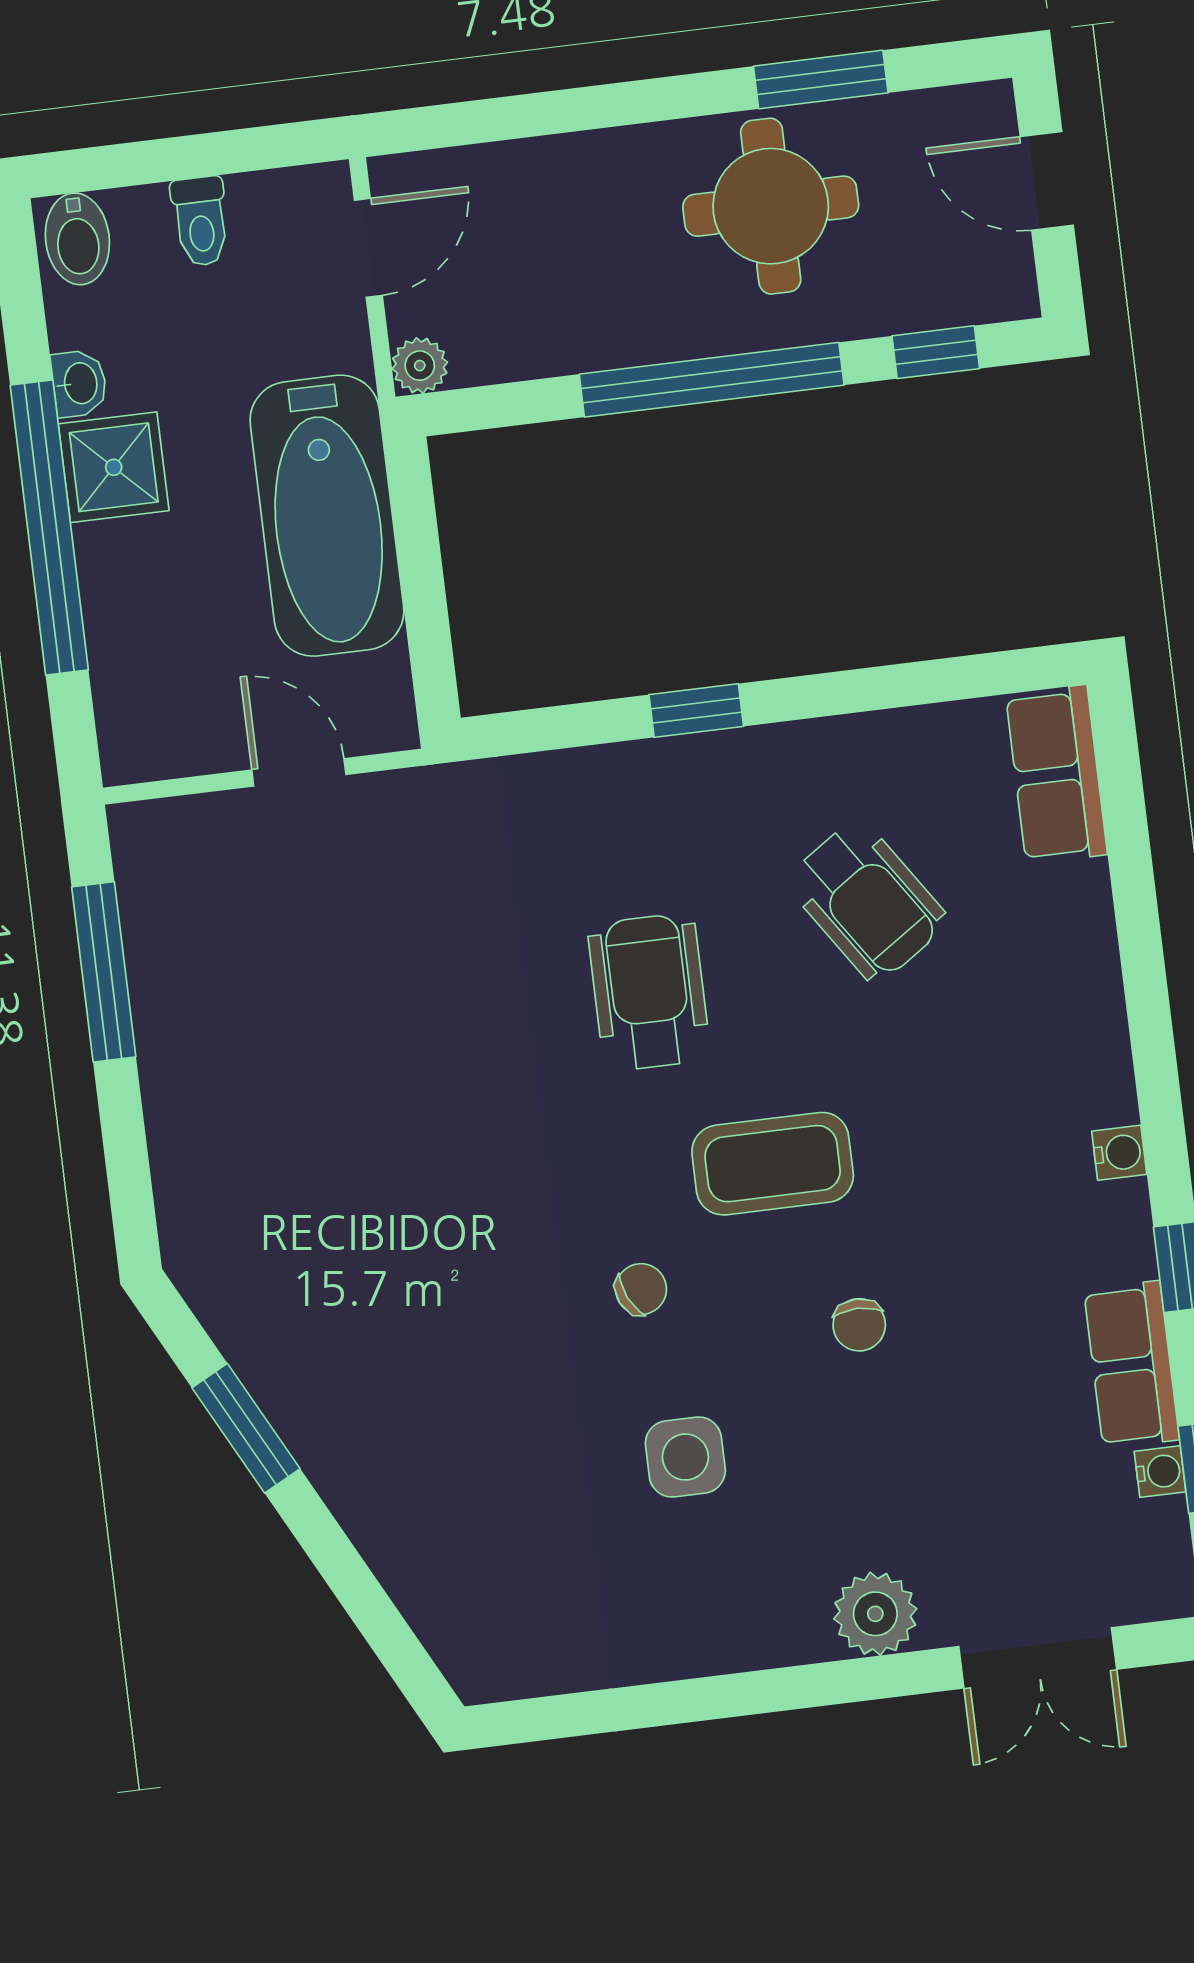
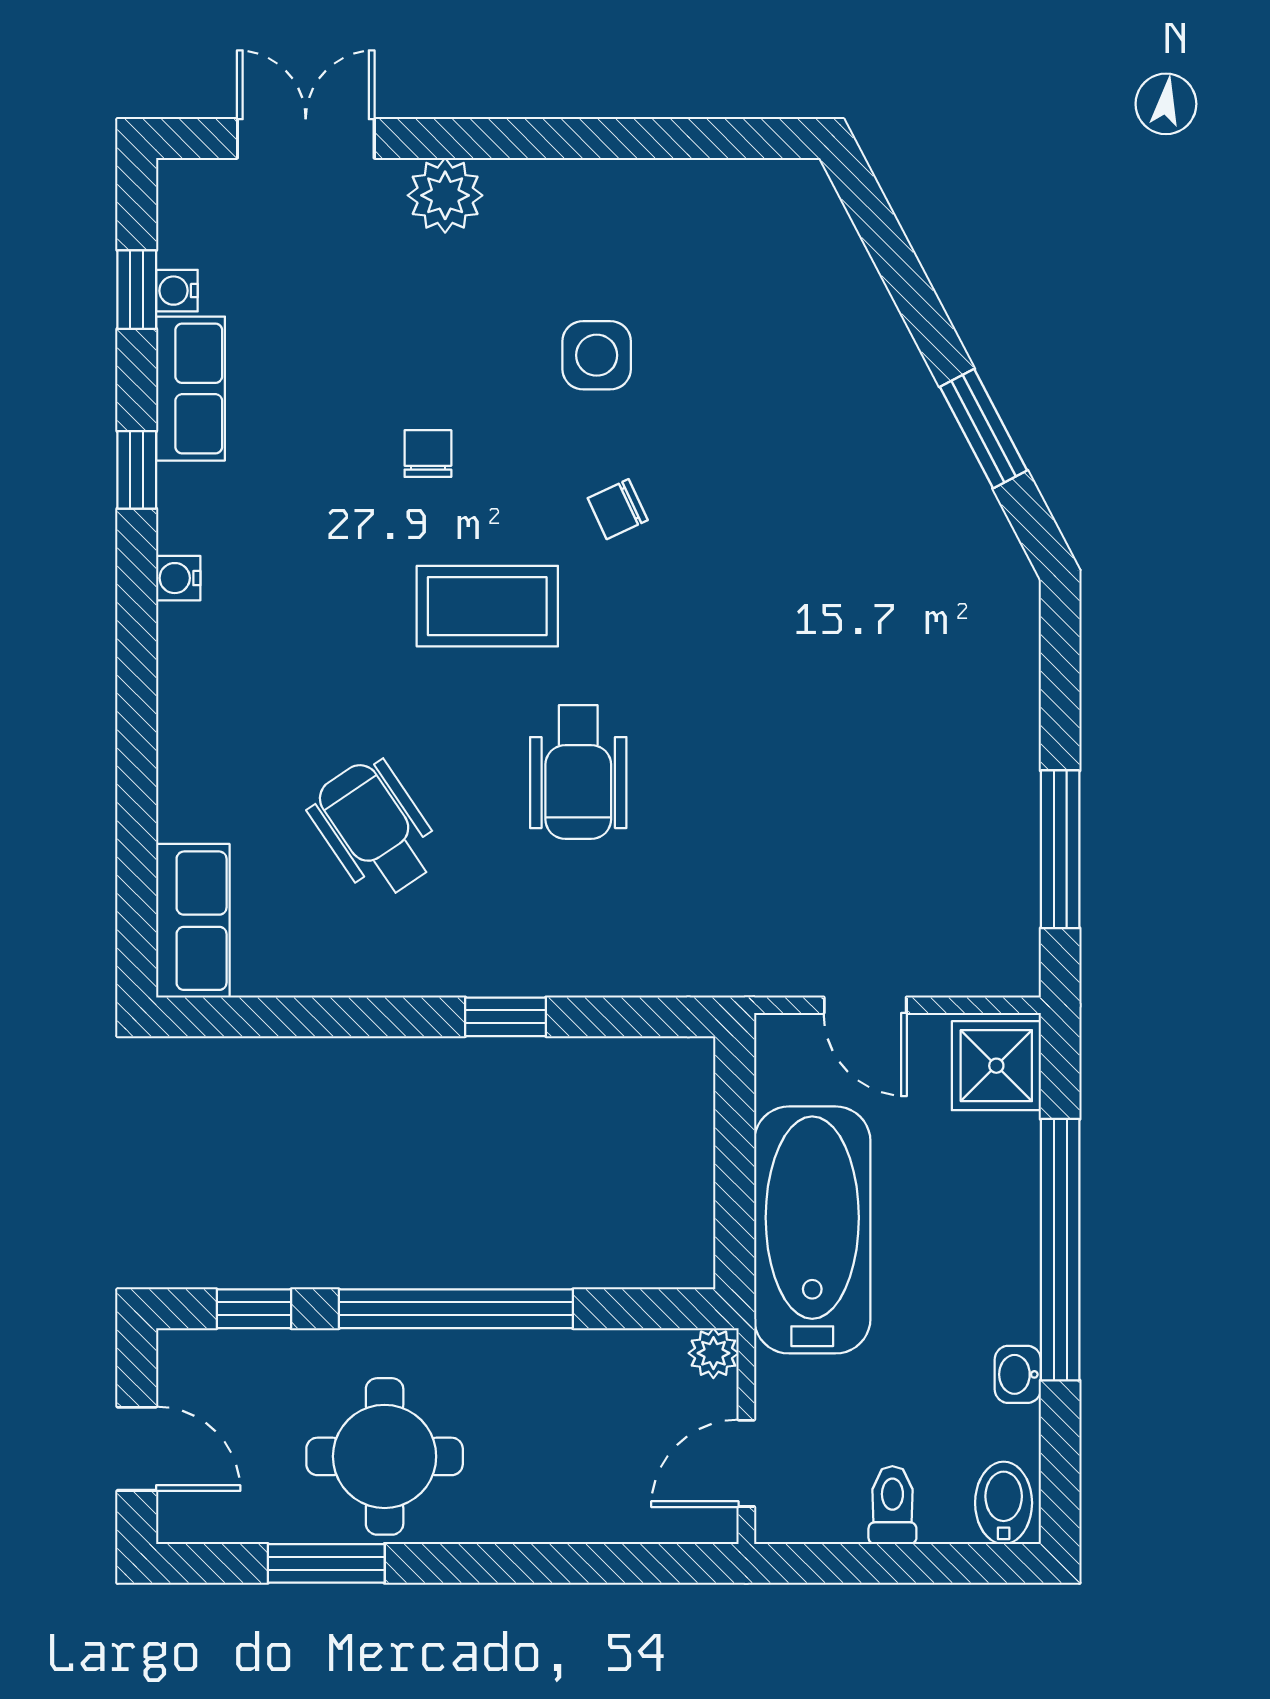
shower: (114, 467) -> (996, 1066), moved

